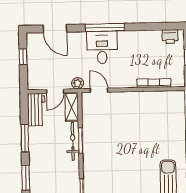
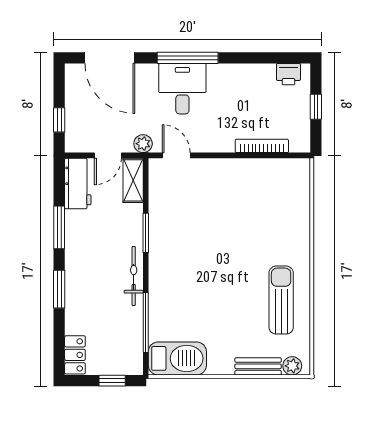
door: (55, 29) -> (110, 58), width x1.36
window: (23, 57) -> (59, 120), moved
bicycle: (73, 141) -> (134, 276), moved

